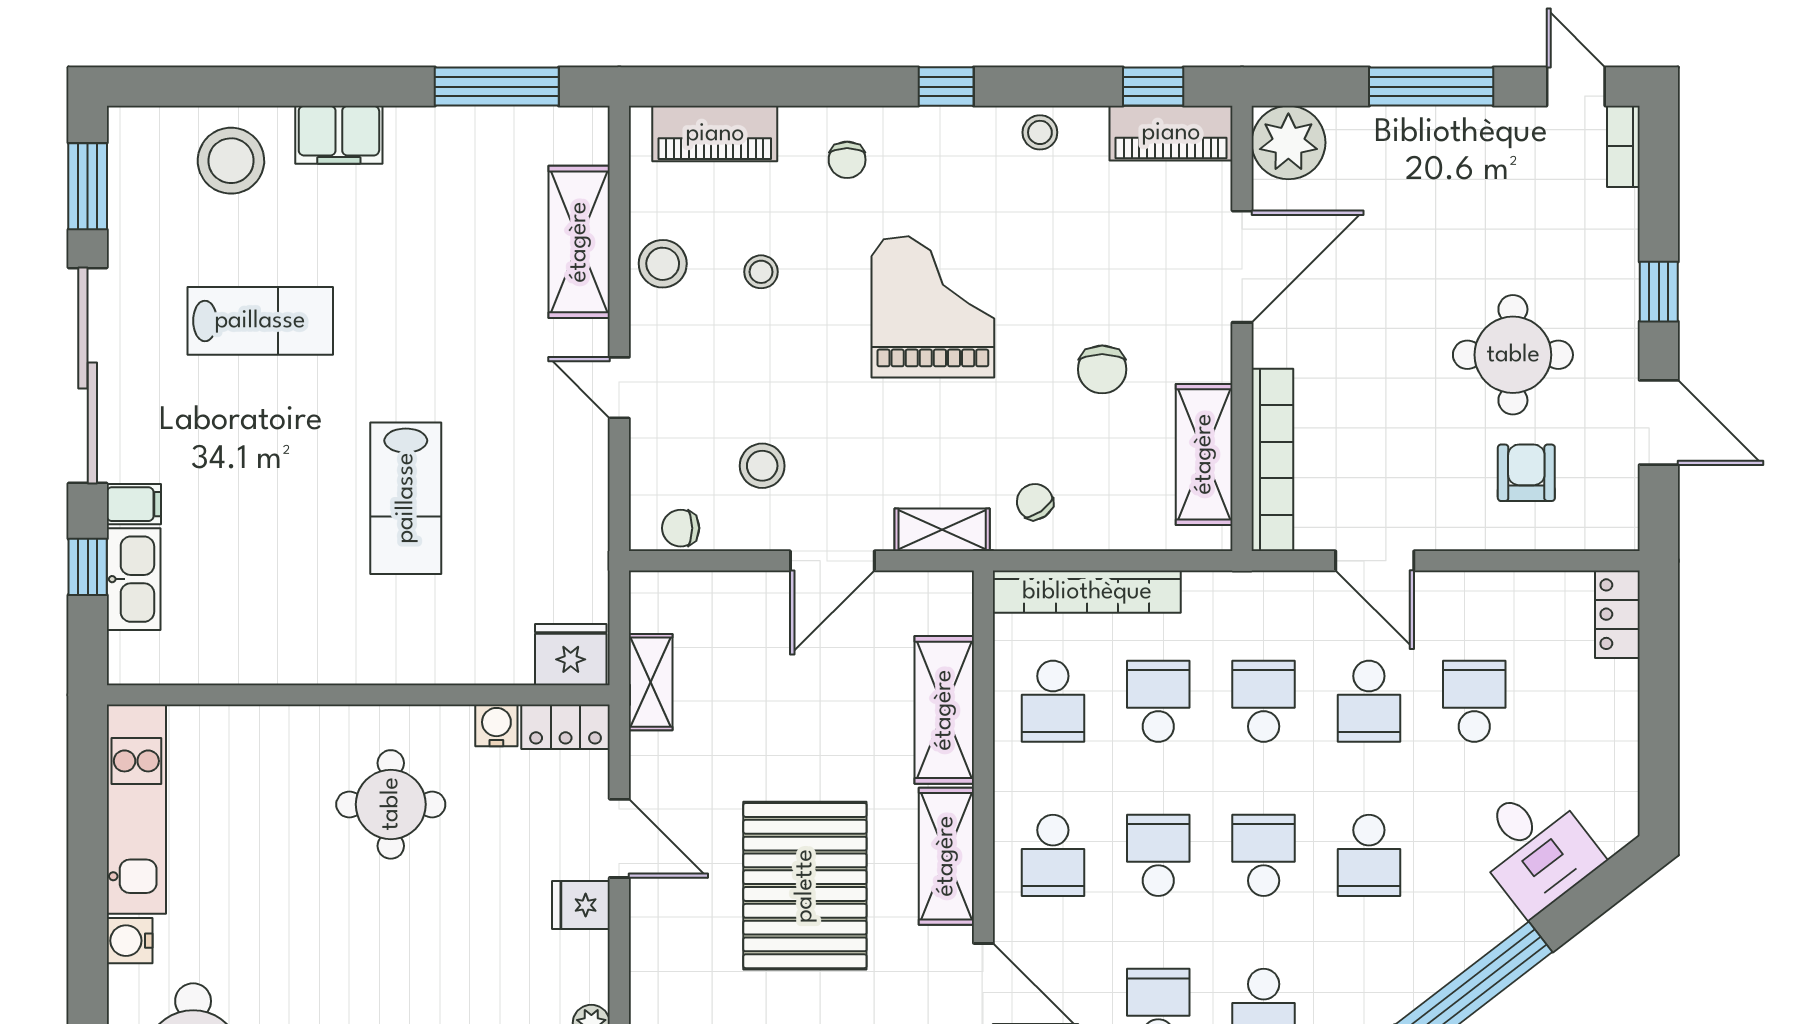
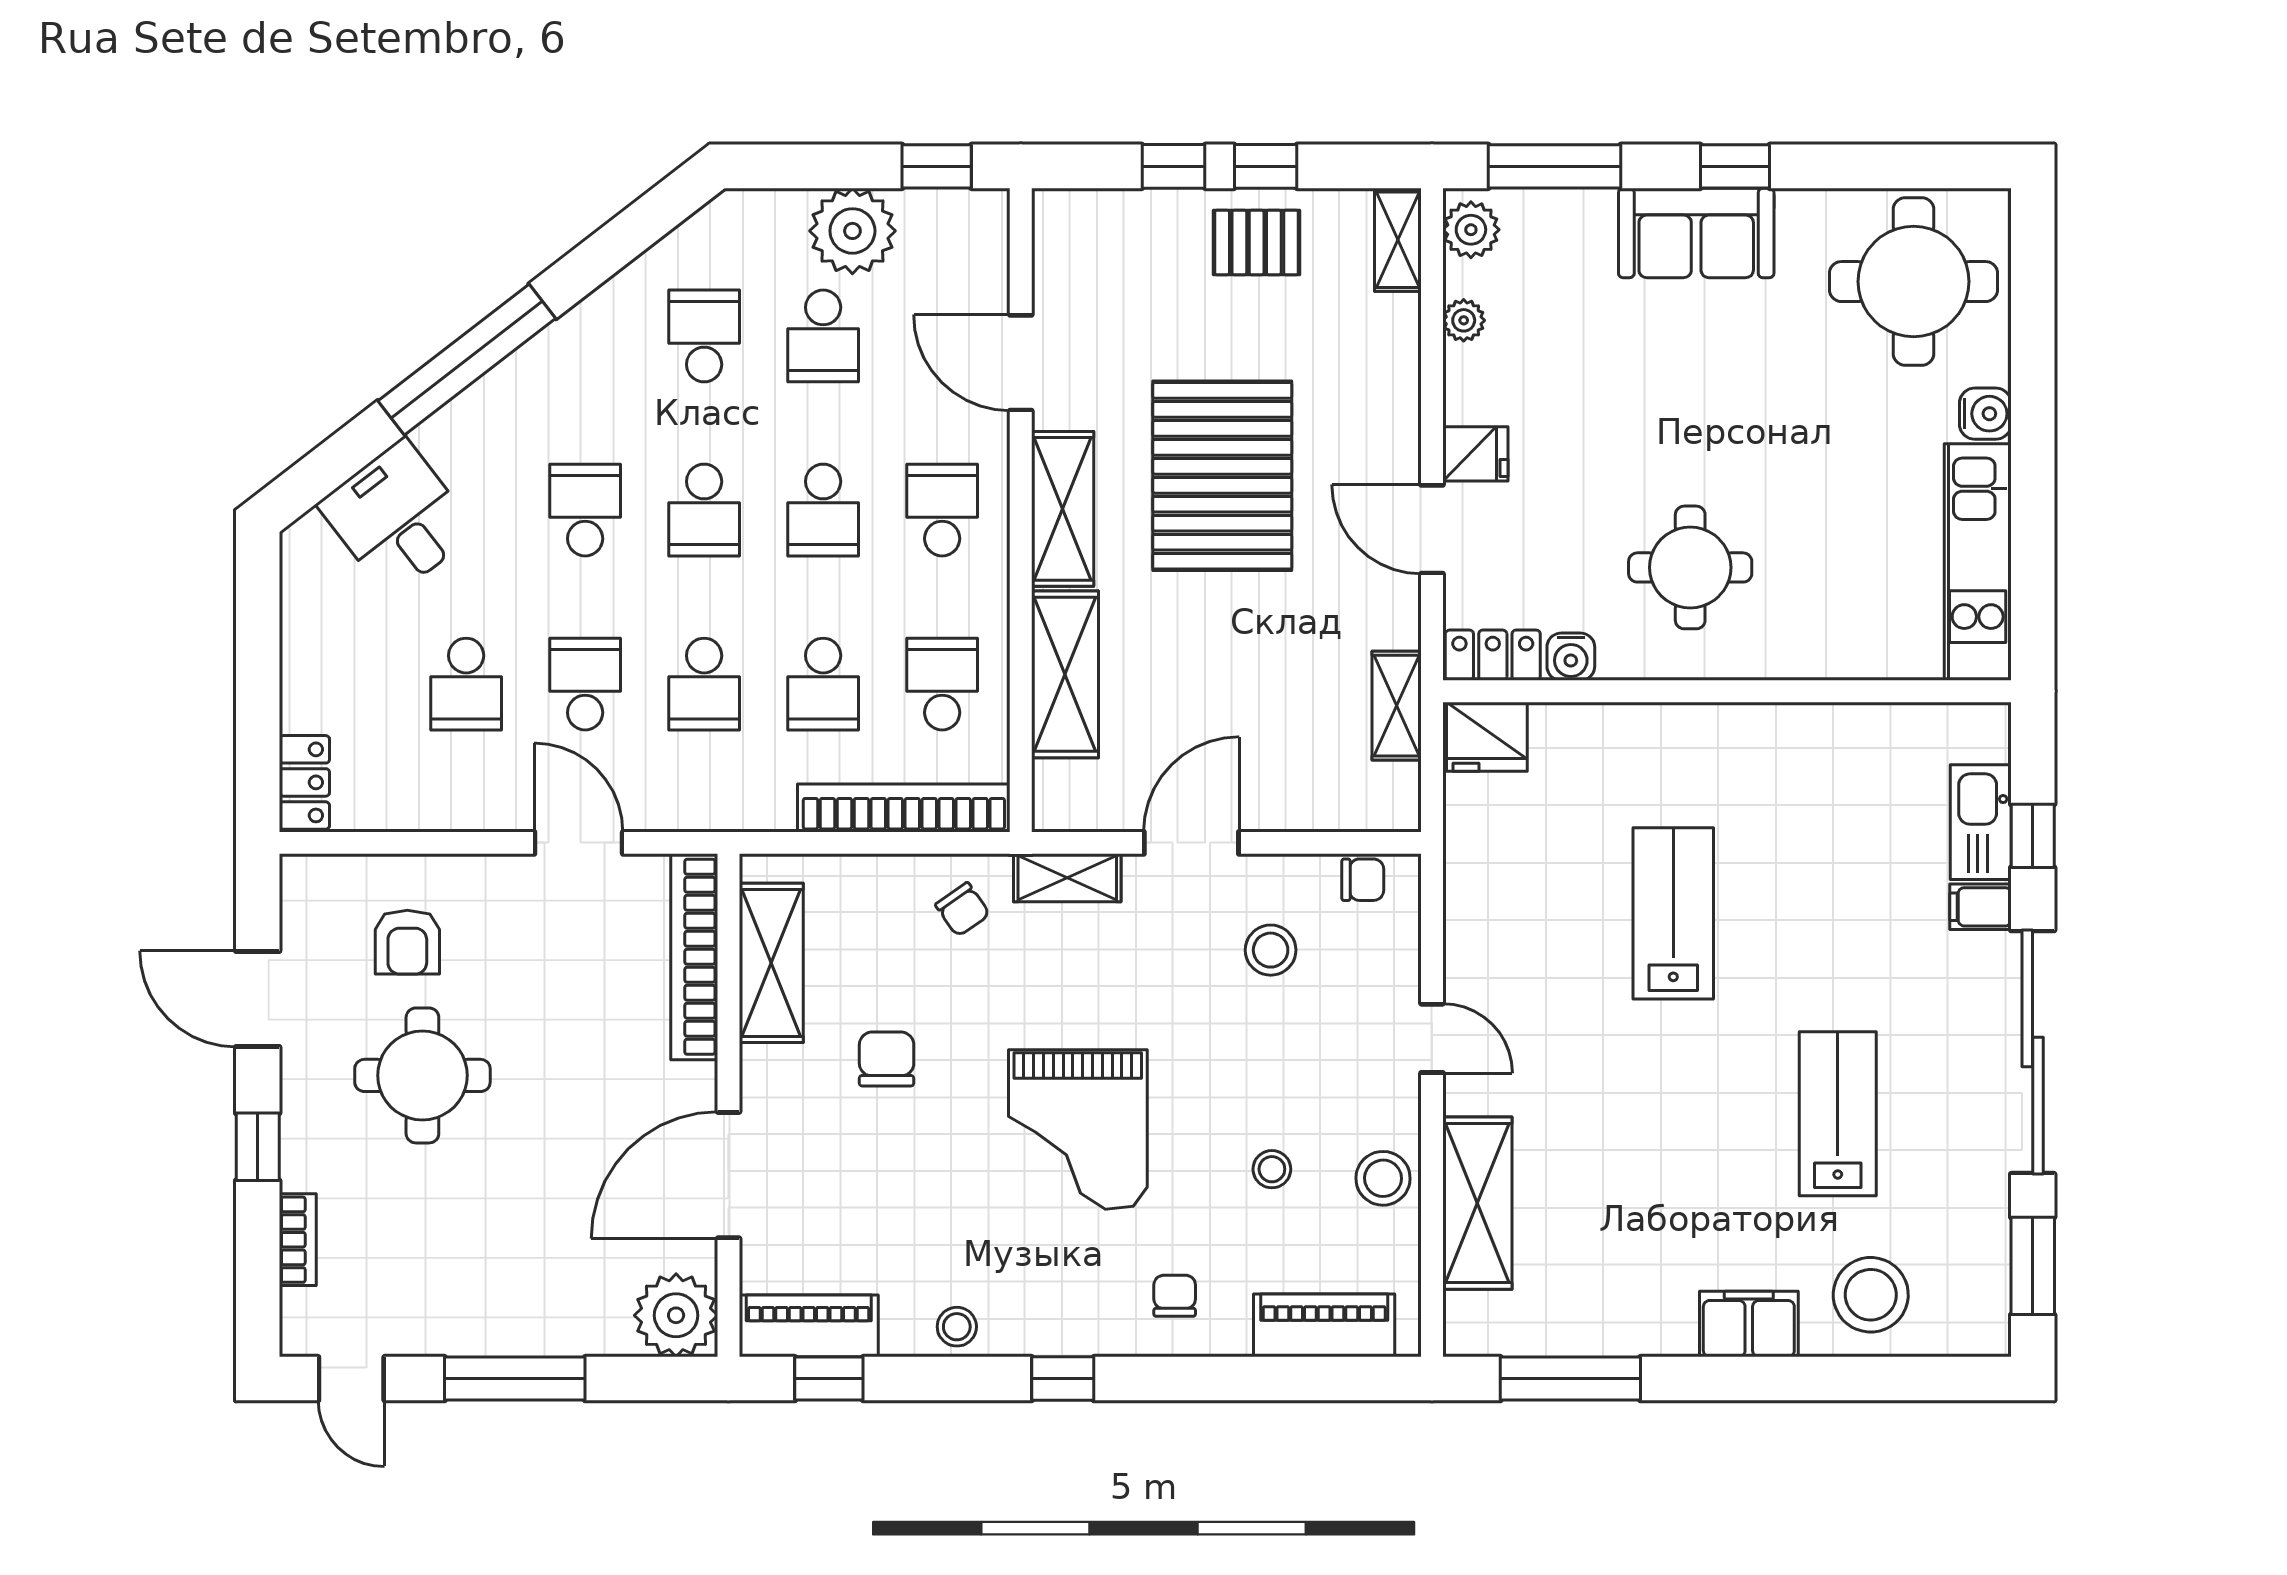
bookcase: (1623, 146) -> (298, 1240), moved
lab bench: (260, 321) -> (1838, 1114), turned 90

